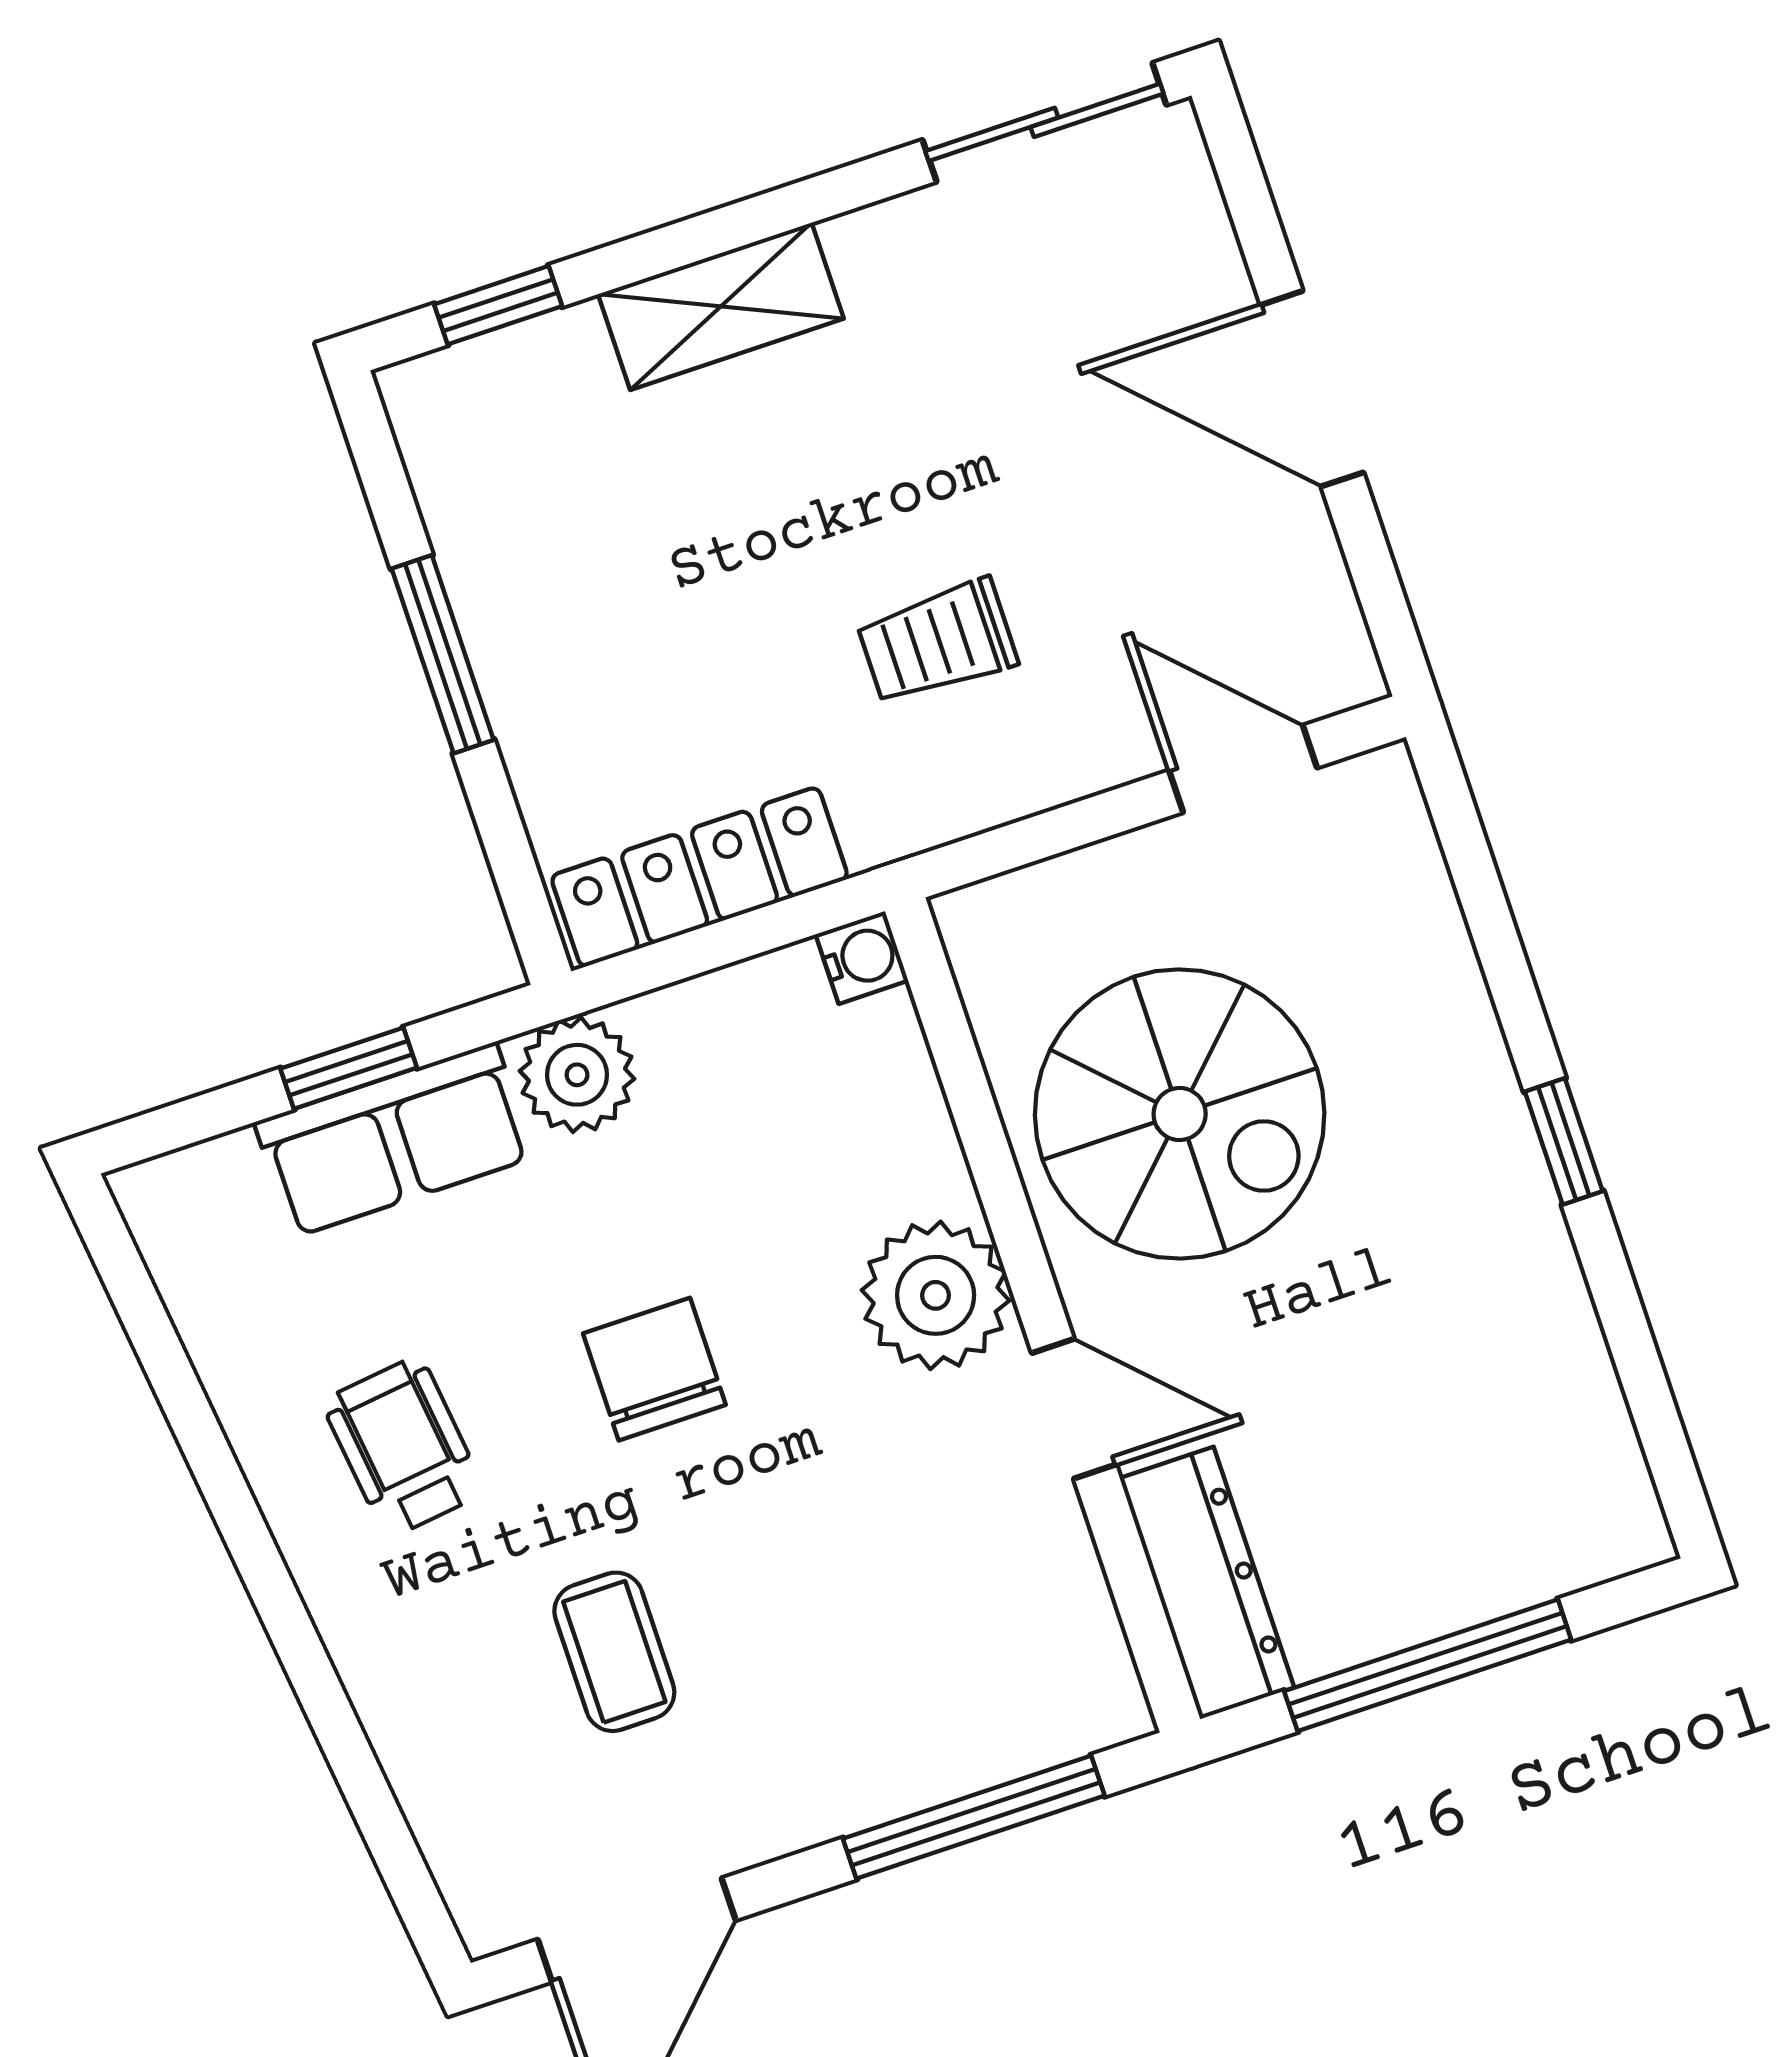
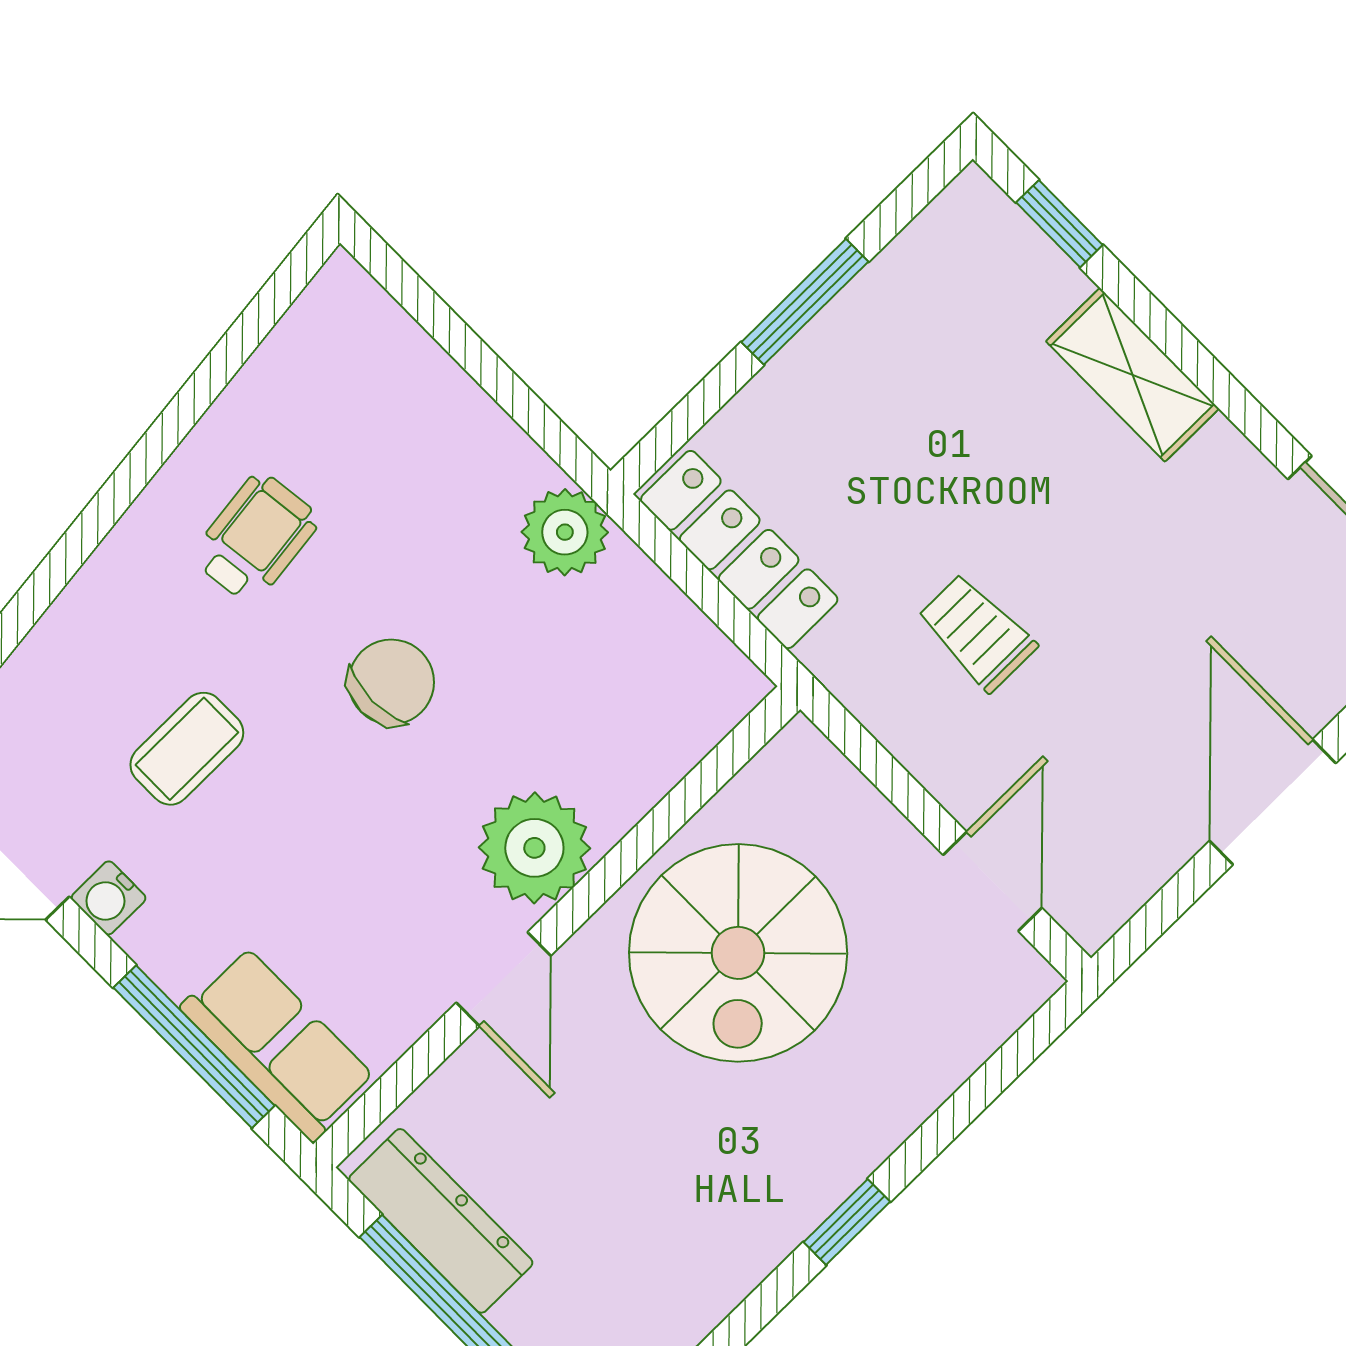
water cooler: (862, 958) -> (109, 898), moved, turned 90
window: (349, 1068) -> (494, 375), removed
row of seats: (394, 1140) -> (278, 1044), moved, turned 180
dresser: (1207, 1583) -> (441, 1221), moved, turned -90

